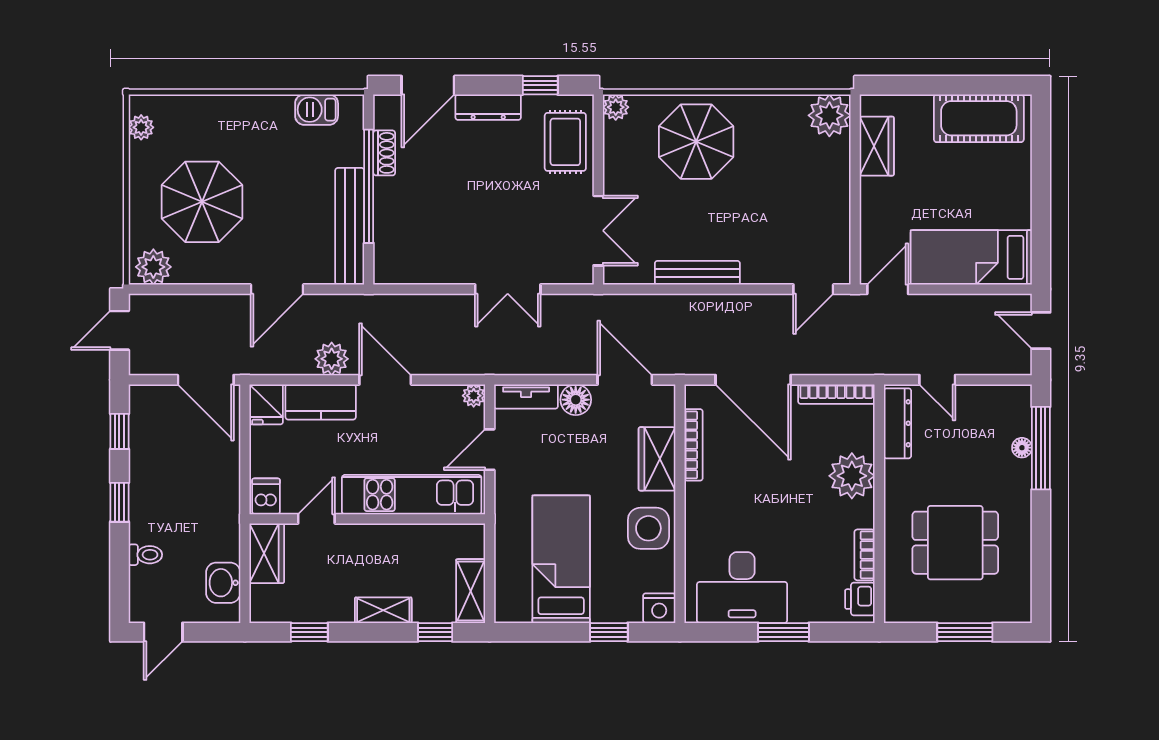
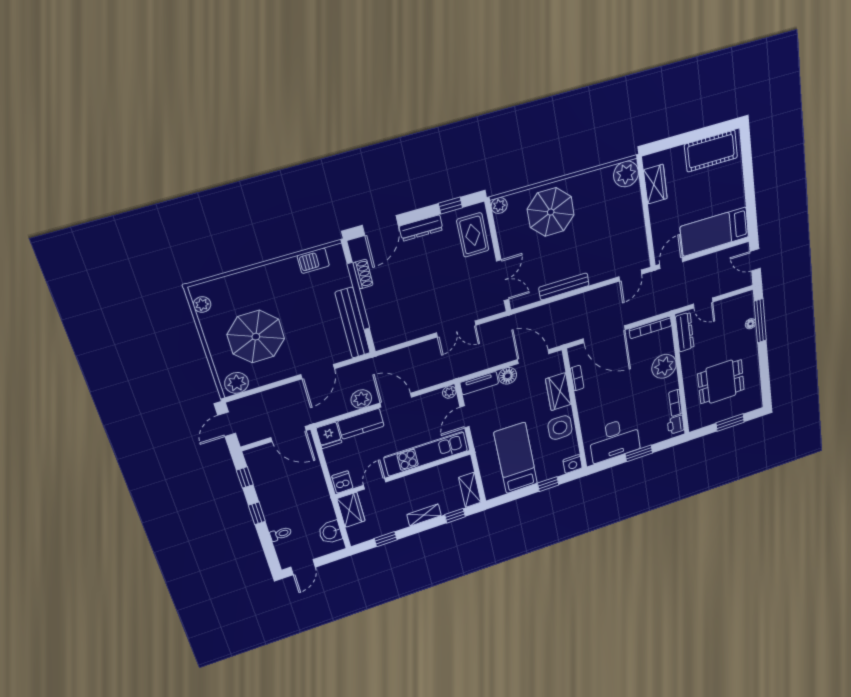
bookcase: (694, 445) -> (577, 378), width x0.64

